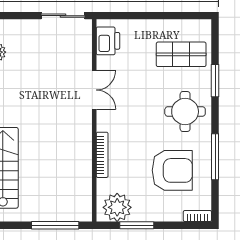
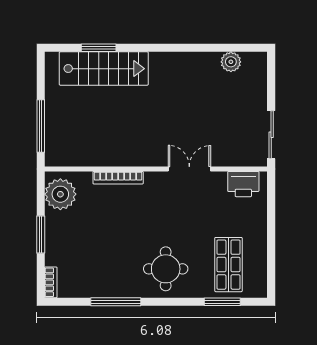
window: (215, 81) -> (222, 302), moved
double door: (94, 90) -> (189, 169), swing flipped
armchair: (172, 170) -> (101, 255), removed
window: (137, 225) -> (41, 234), moved

